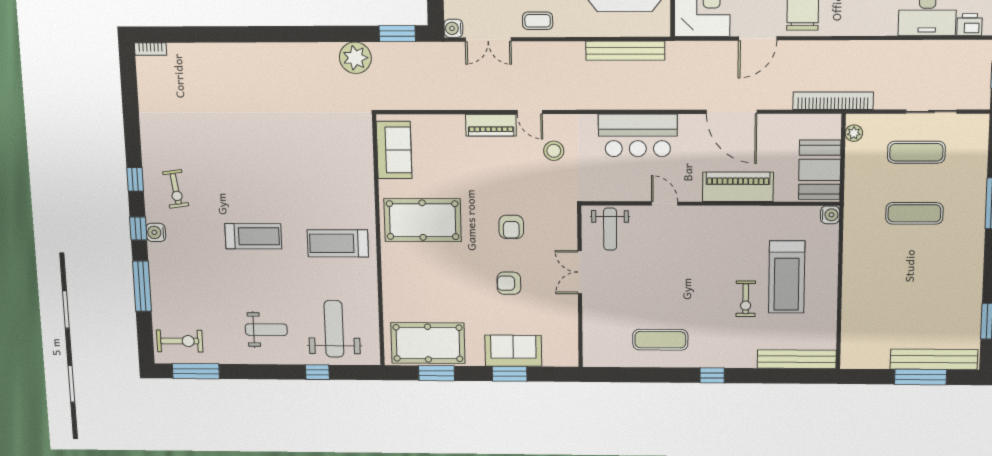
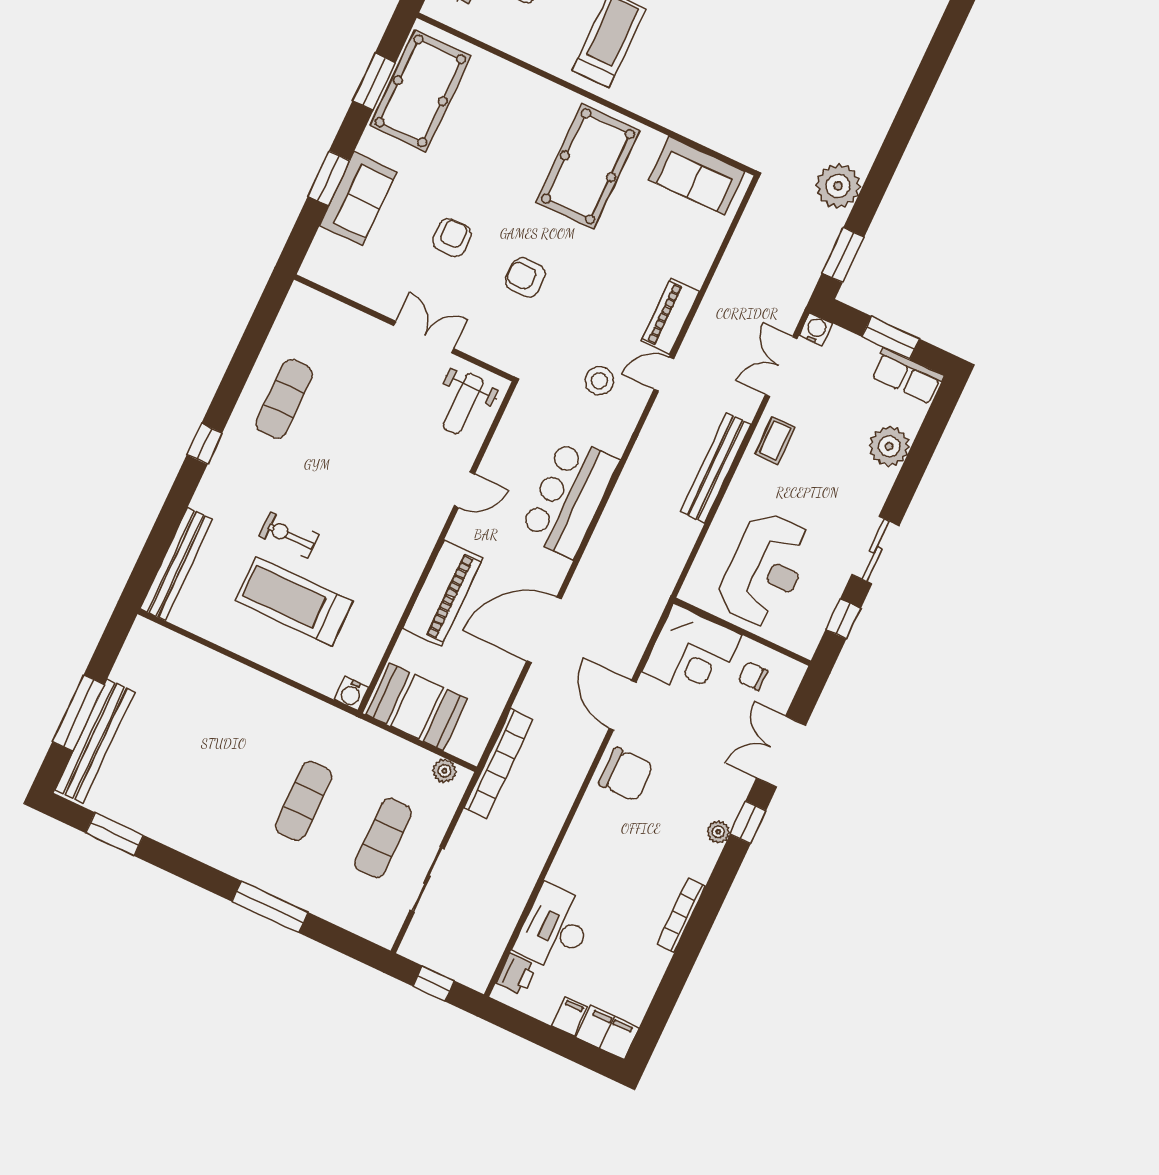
bench: (625, 51) -> (715, 468), moved
weight bench: (610, 229) -> (463, 404), turned -90

